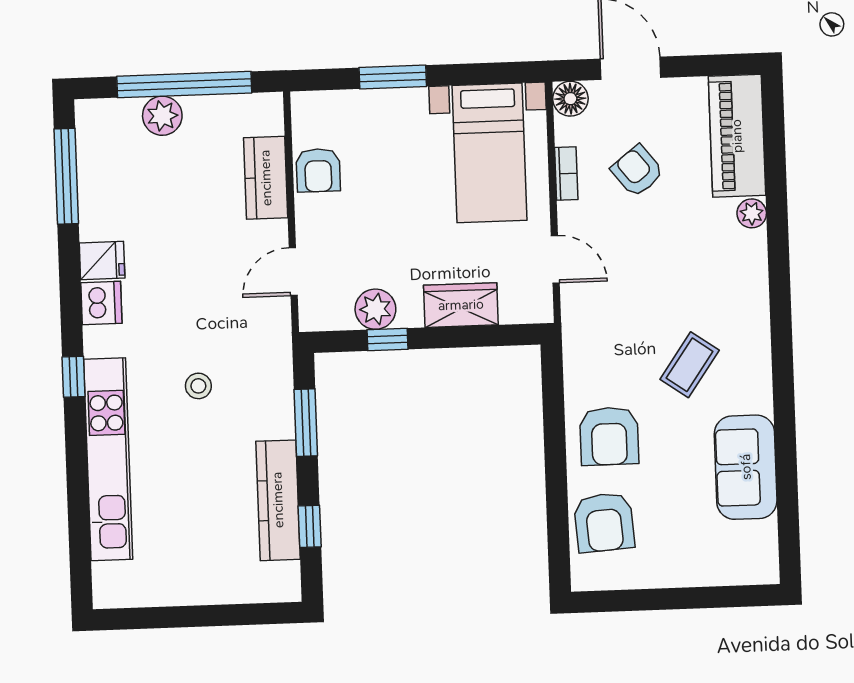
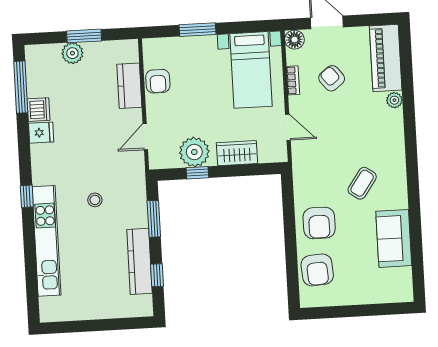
window: (184, 85) -> (84, 36), width x0.47
dishwasher: (101, 303) -> (39, 110), moved
plant: (375, 309) -> (194, 152), width x1.36, depth x1.36

